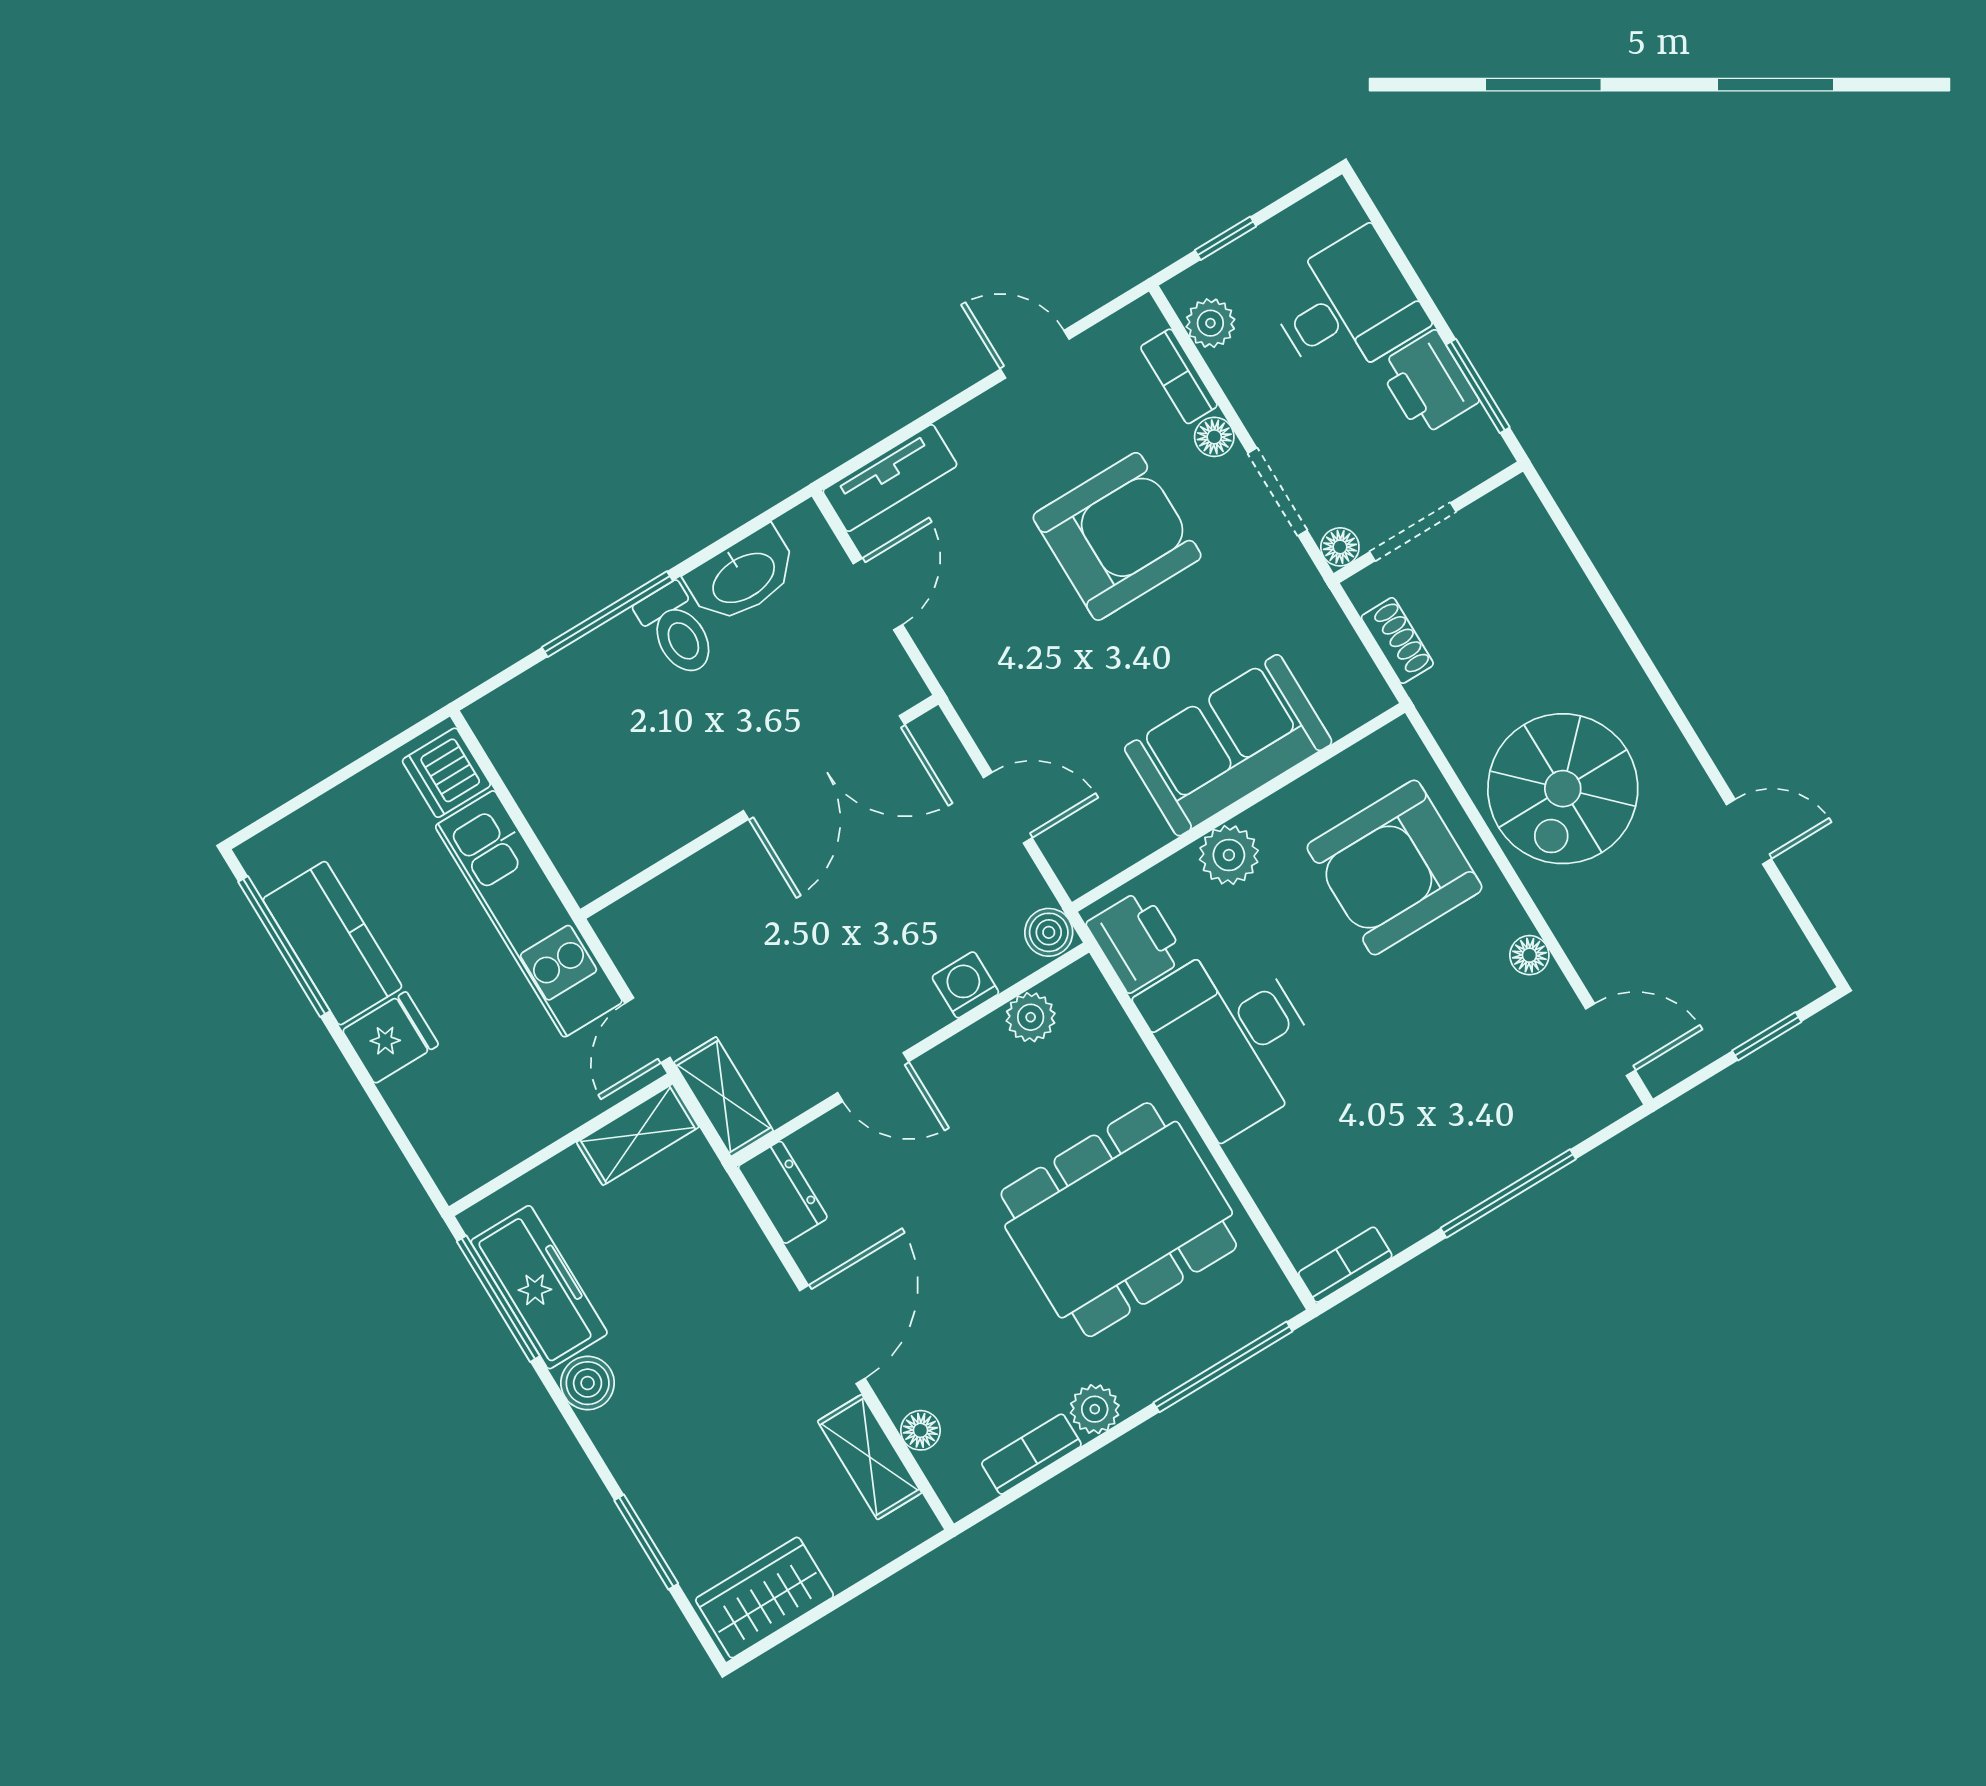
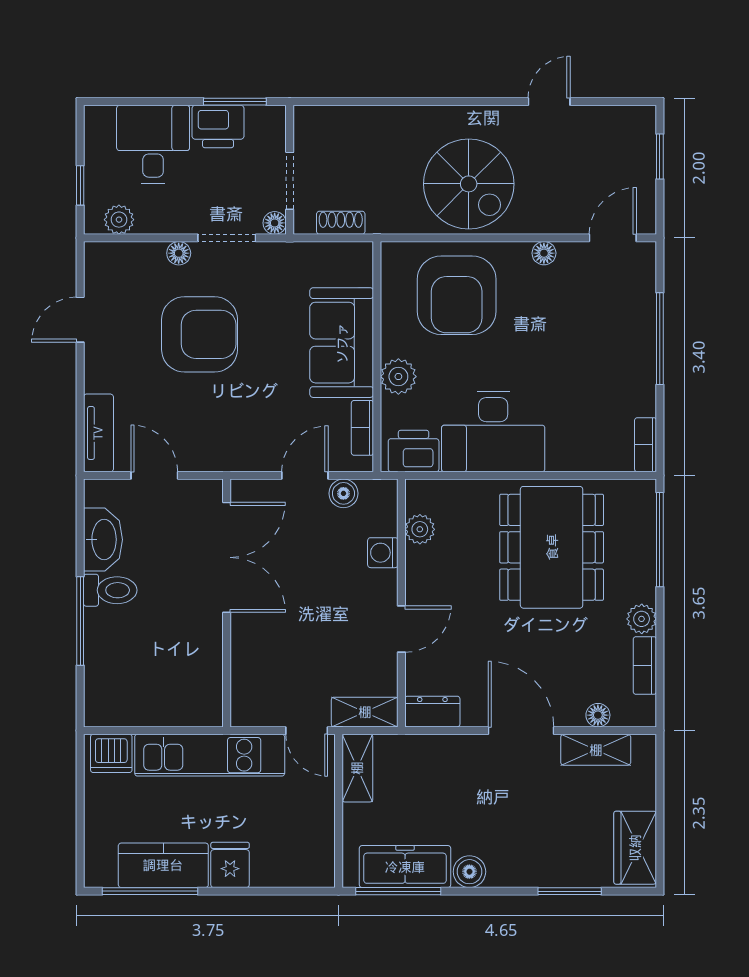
bookcase: (1179, 376) -> (362, 428), moved, turned 90
armchair: (1117, 536) -> (200, 334), turned 90
boiler: (1049, 932) -> (343, 493), moved

